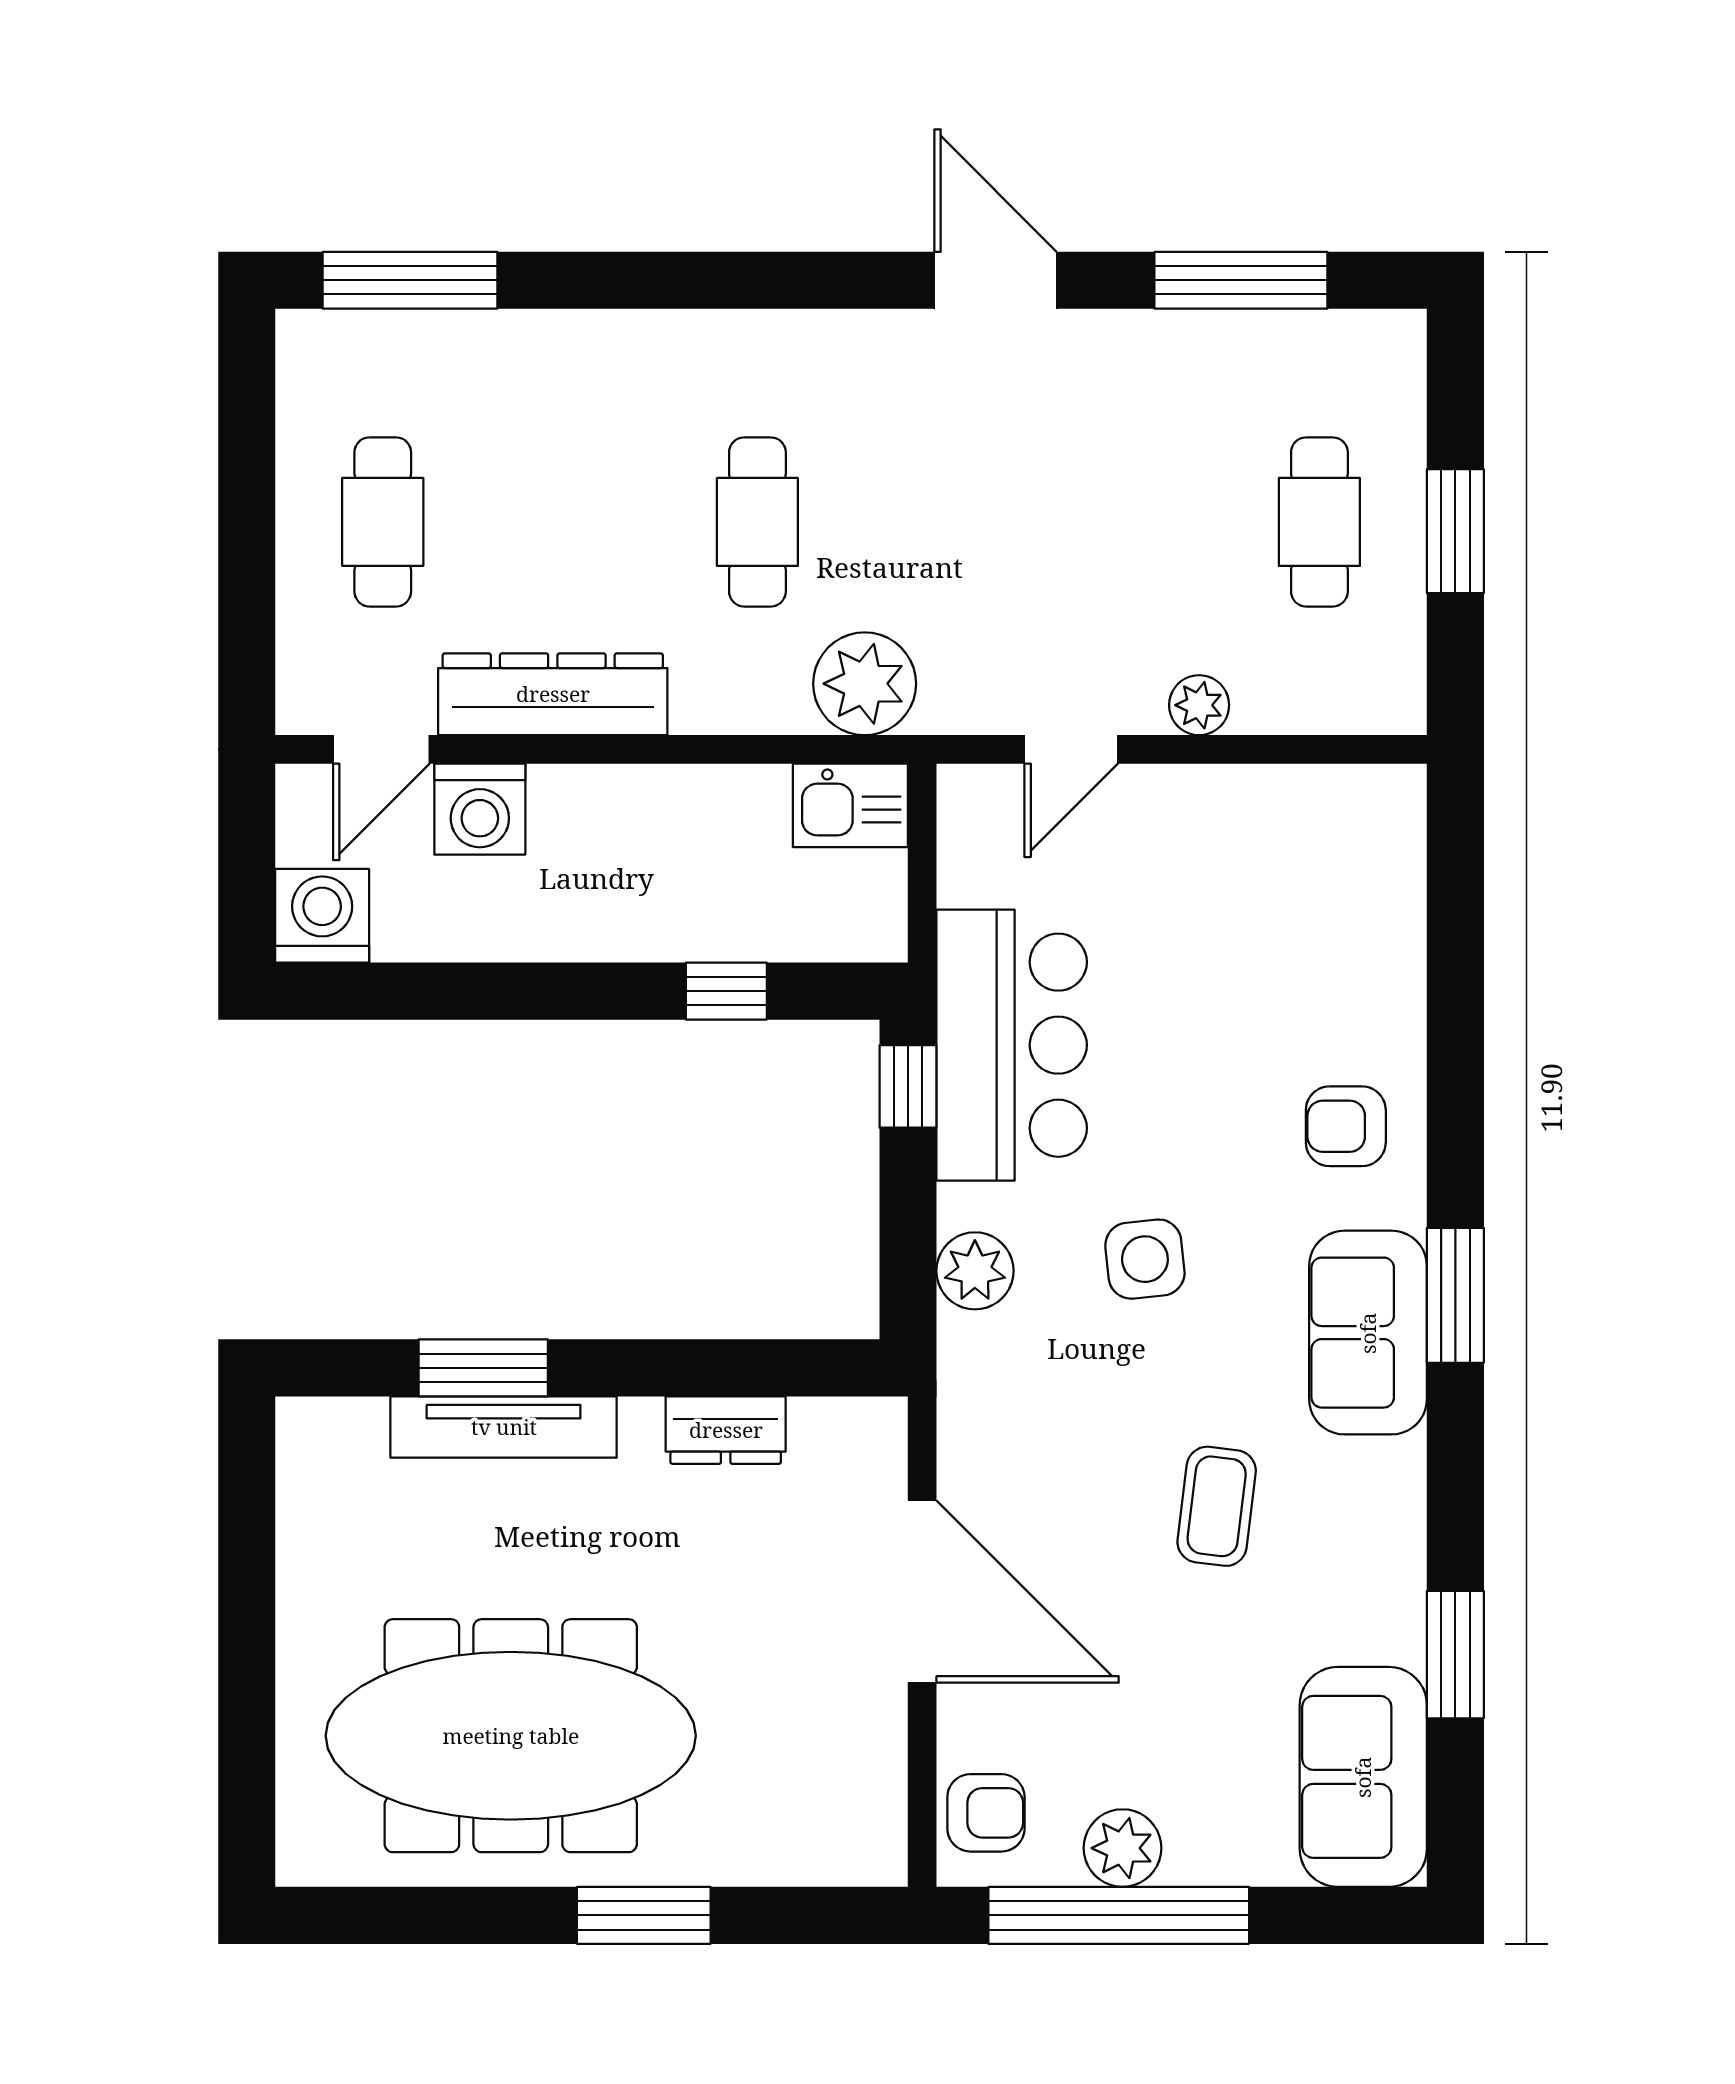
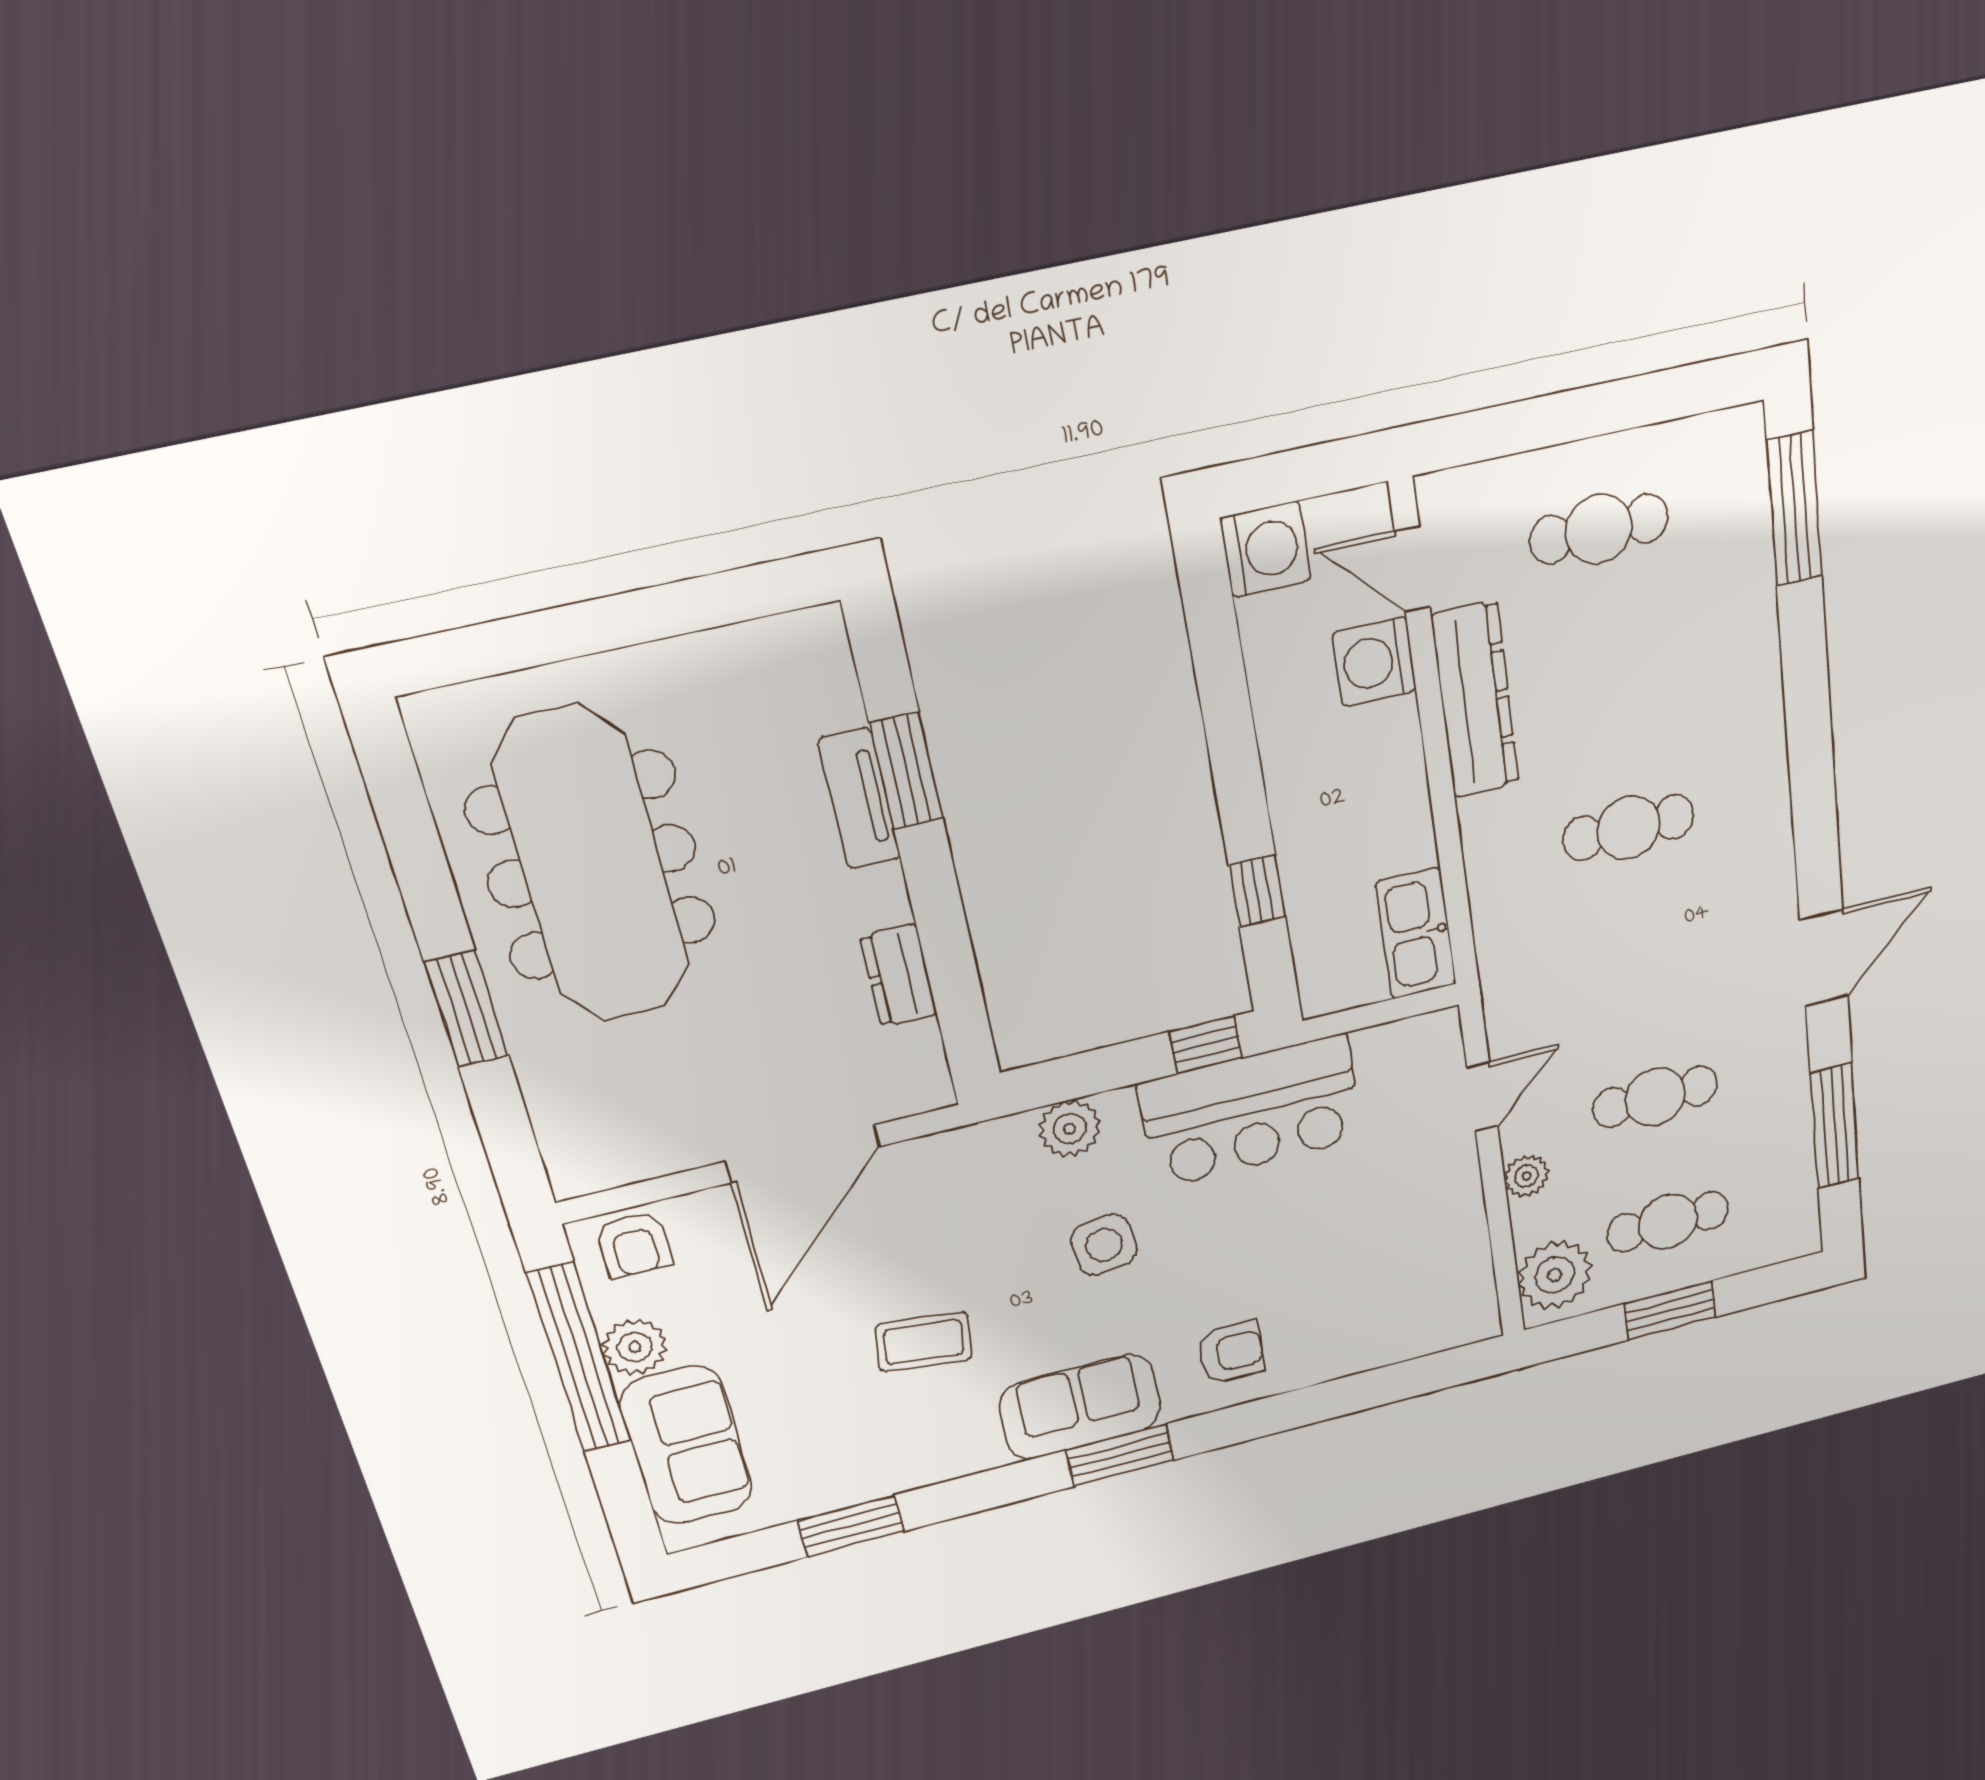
cafe table: (1132, 522) -> (1655, 1097), added
plant: (865, 684) -> (1555, 1275), moved
door: (1071, 749) -> (1482, 1097), swing flipped
kitchen sink: (850, 805) -> (1416, 933), width x1.38
armchair: (1346, 1126) -> (1231, 1353), turned 90
tv unit: (504, 1427) -> (859, 799), width x0.71
sofa: (1363, 1777) -> (687, 1446), moved, turned 90

